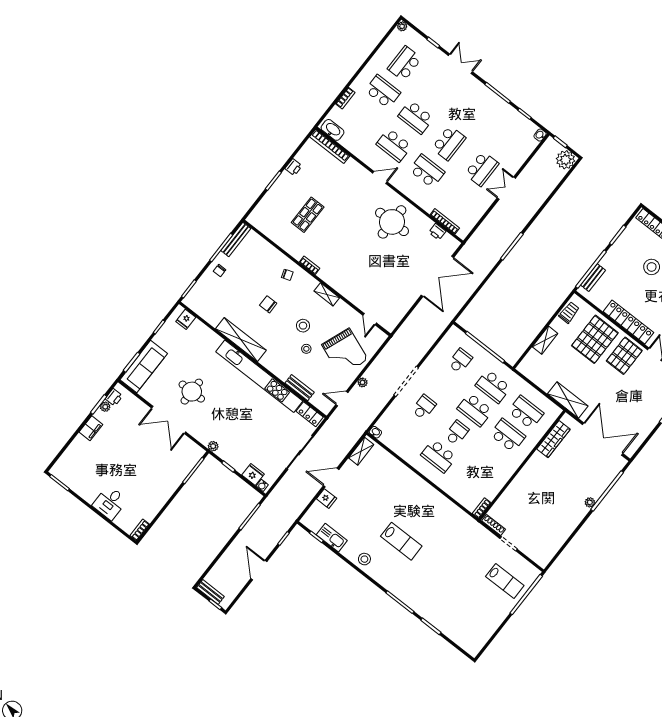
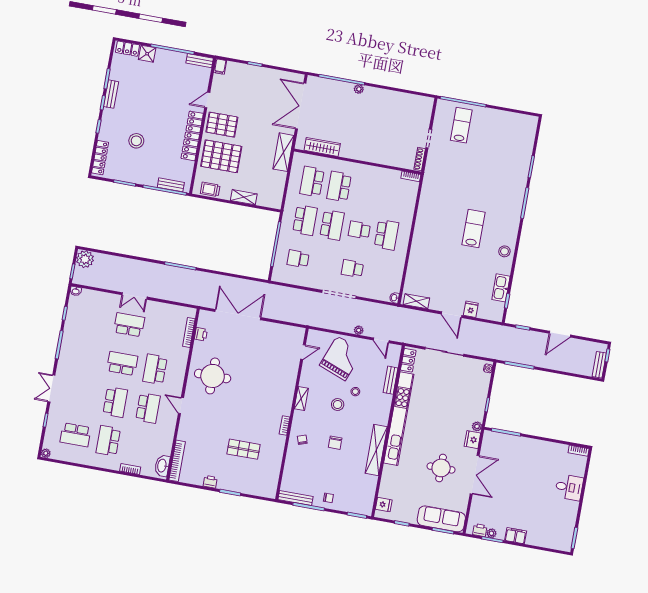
fridge: (253, 474) -> (472, 440), moved

